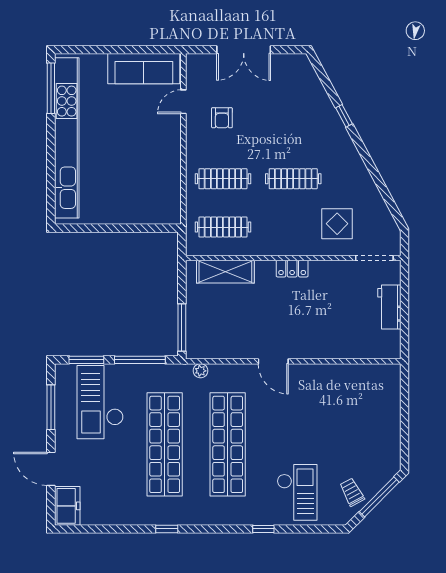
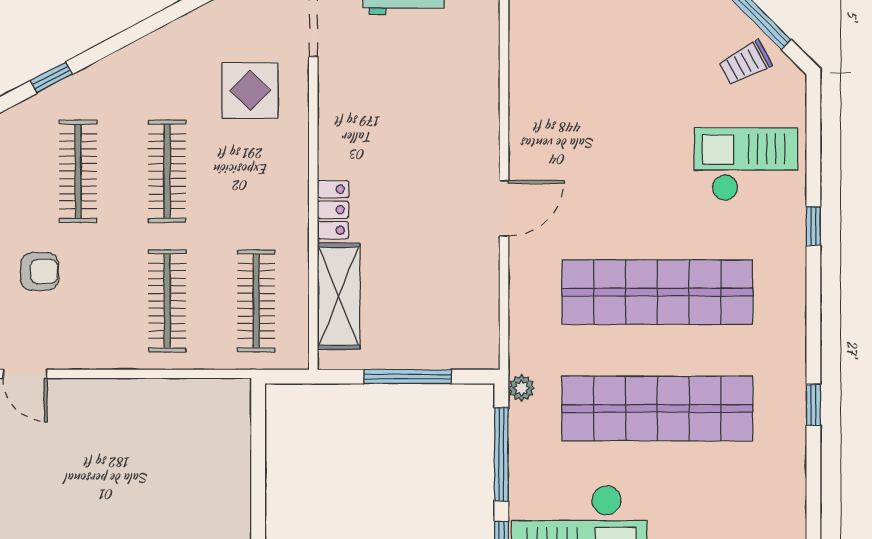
armchair: (222, 118) -> (40, 272), moved
clothes rail: (293, 130) -> (78, 171), added
locker: (292, 269) -> (333, 210), moved
window: (182, 327) -> (408, 377), moved
plant: (200, 371) -> (521, 388), moved

